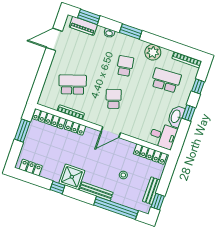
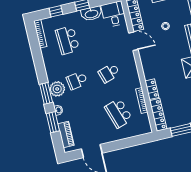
window: (89, 17) -> (53, 122), moved
plant: (153, 52) -> (57, 89), moved
door: (111, 132) -> (133, 41), moved

